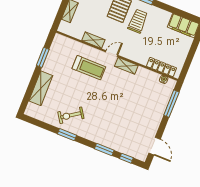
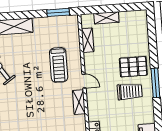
shelving: (93, 40) -> (88, 40), moved
window: (43, 57) -> (58, 12), moved

